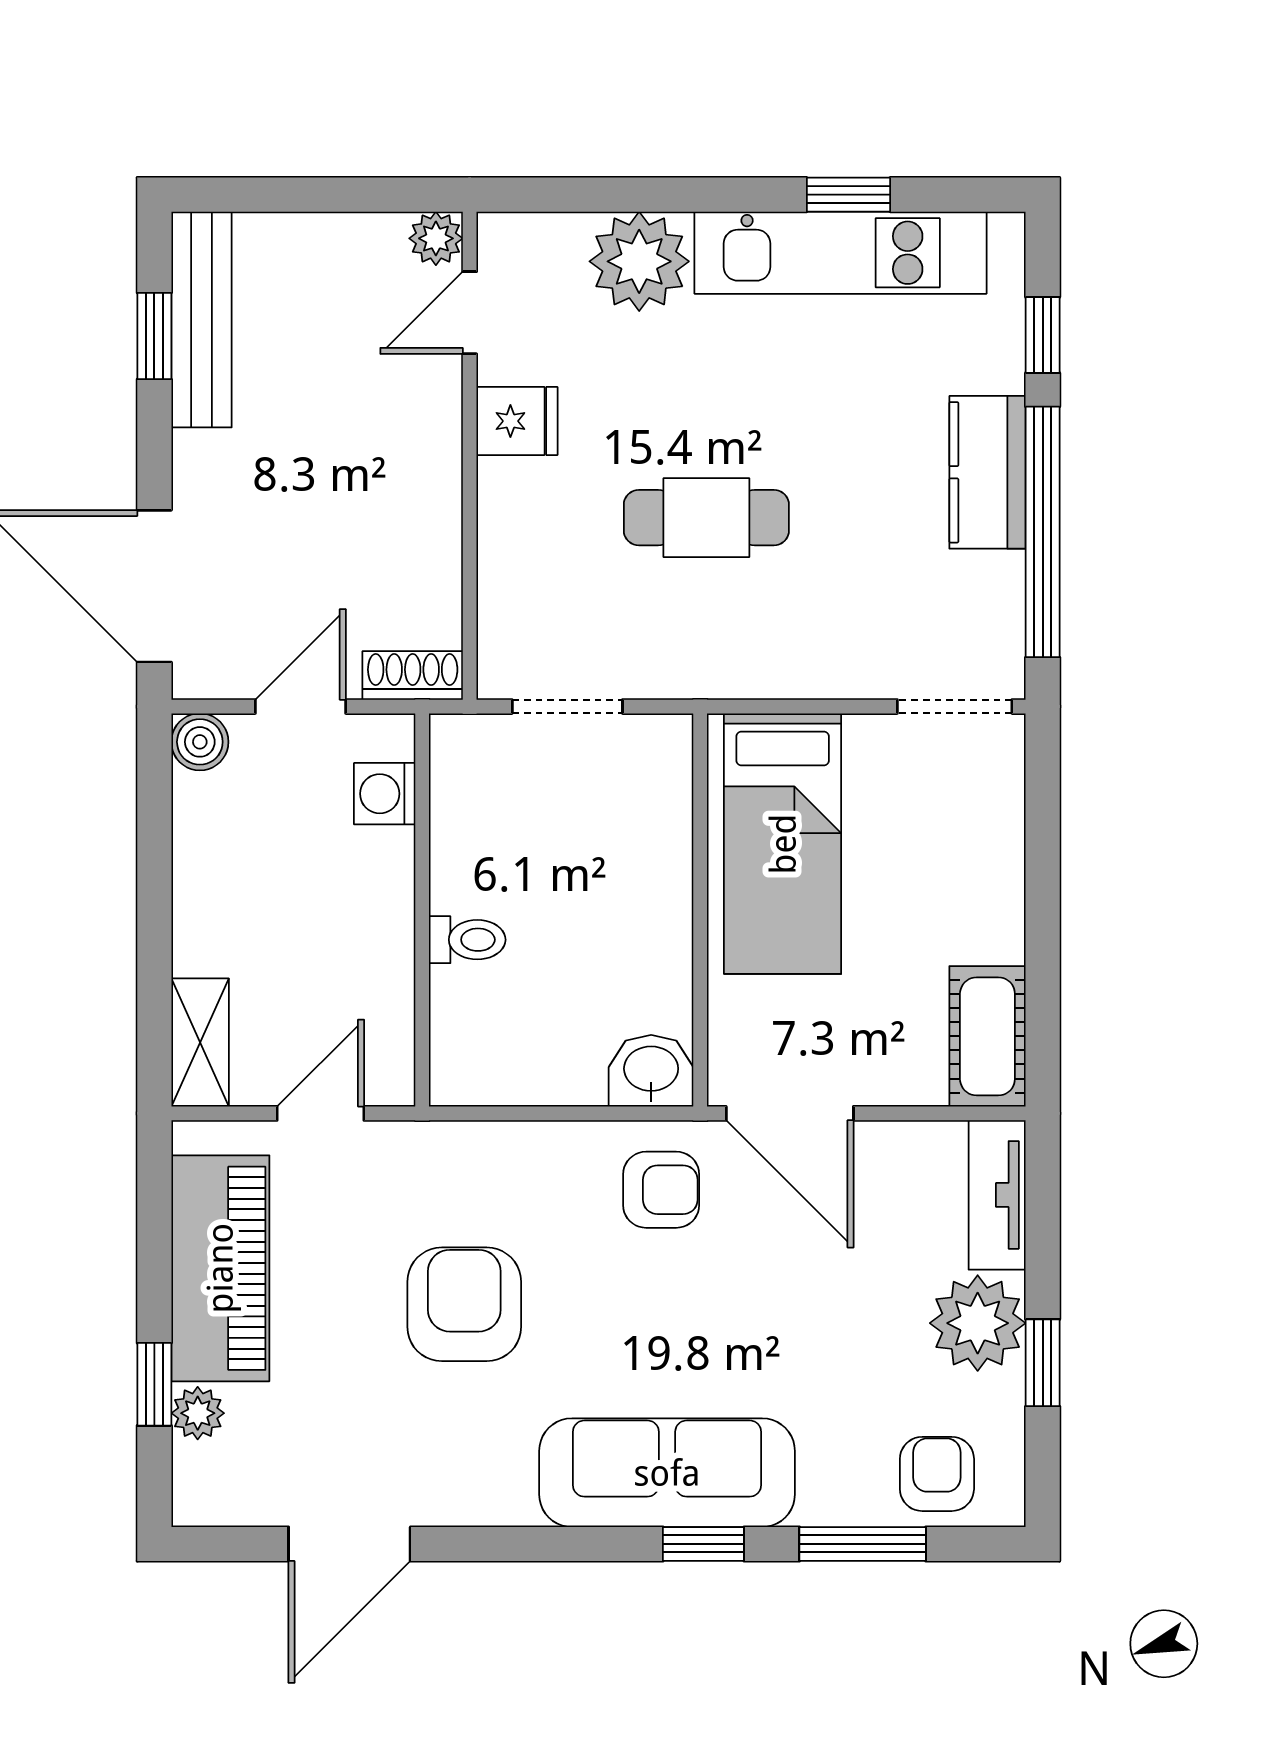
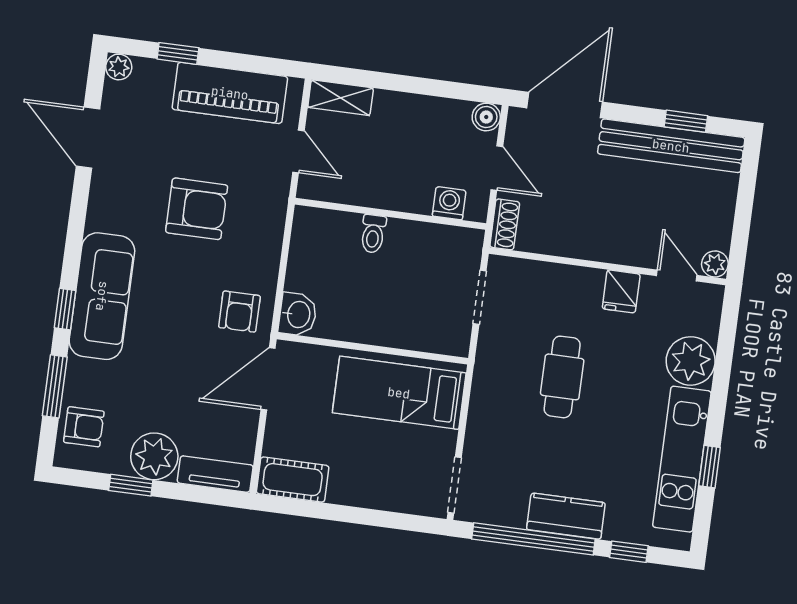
bench: (201, 319) -> (671, 146), width x1.37, depth x1.21
plant: (198, 1413) -> (119, 67), moved

